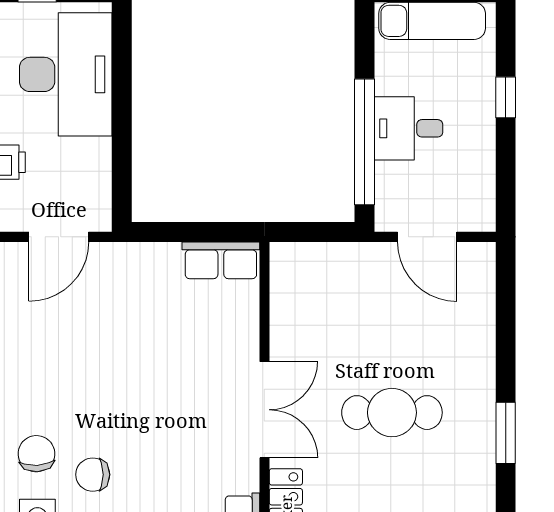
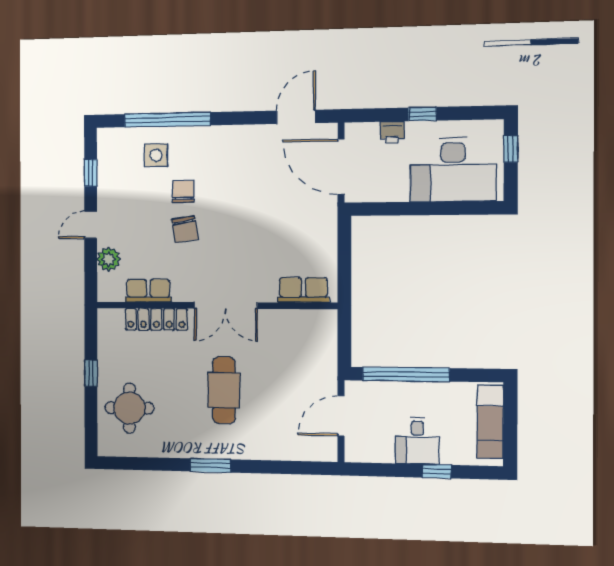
desk: (409, 128) -> (417, 441), moved, turned 180
door: (59, 237) -> (341, 167), width x1.36
row of seats: (221, 260) -> (303, 290), moved, turned 90
chair: (36, 454) -> (185, 229), moved, turned 84

